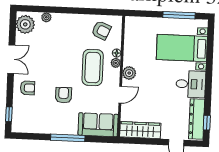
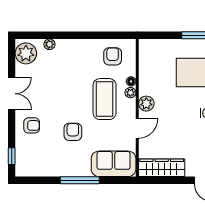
armchair: (101, 30) -> (113, 56), turned -113

